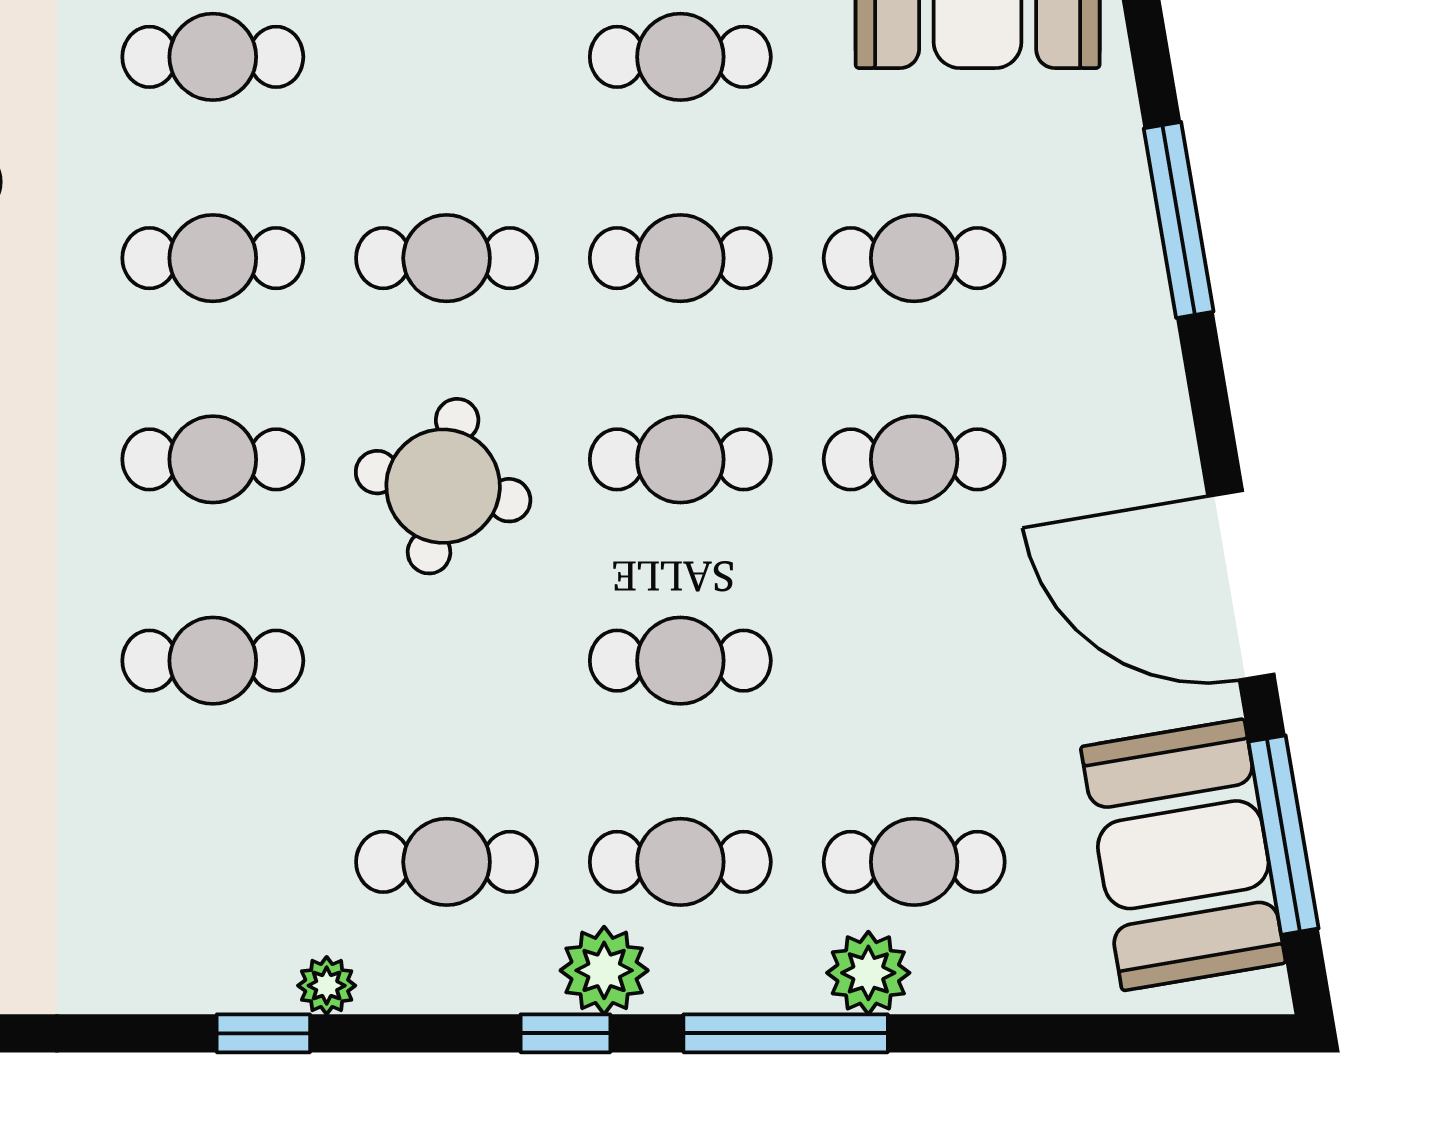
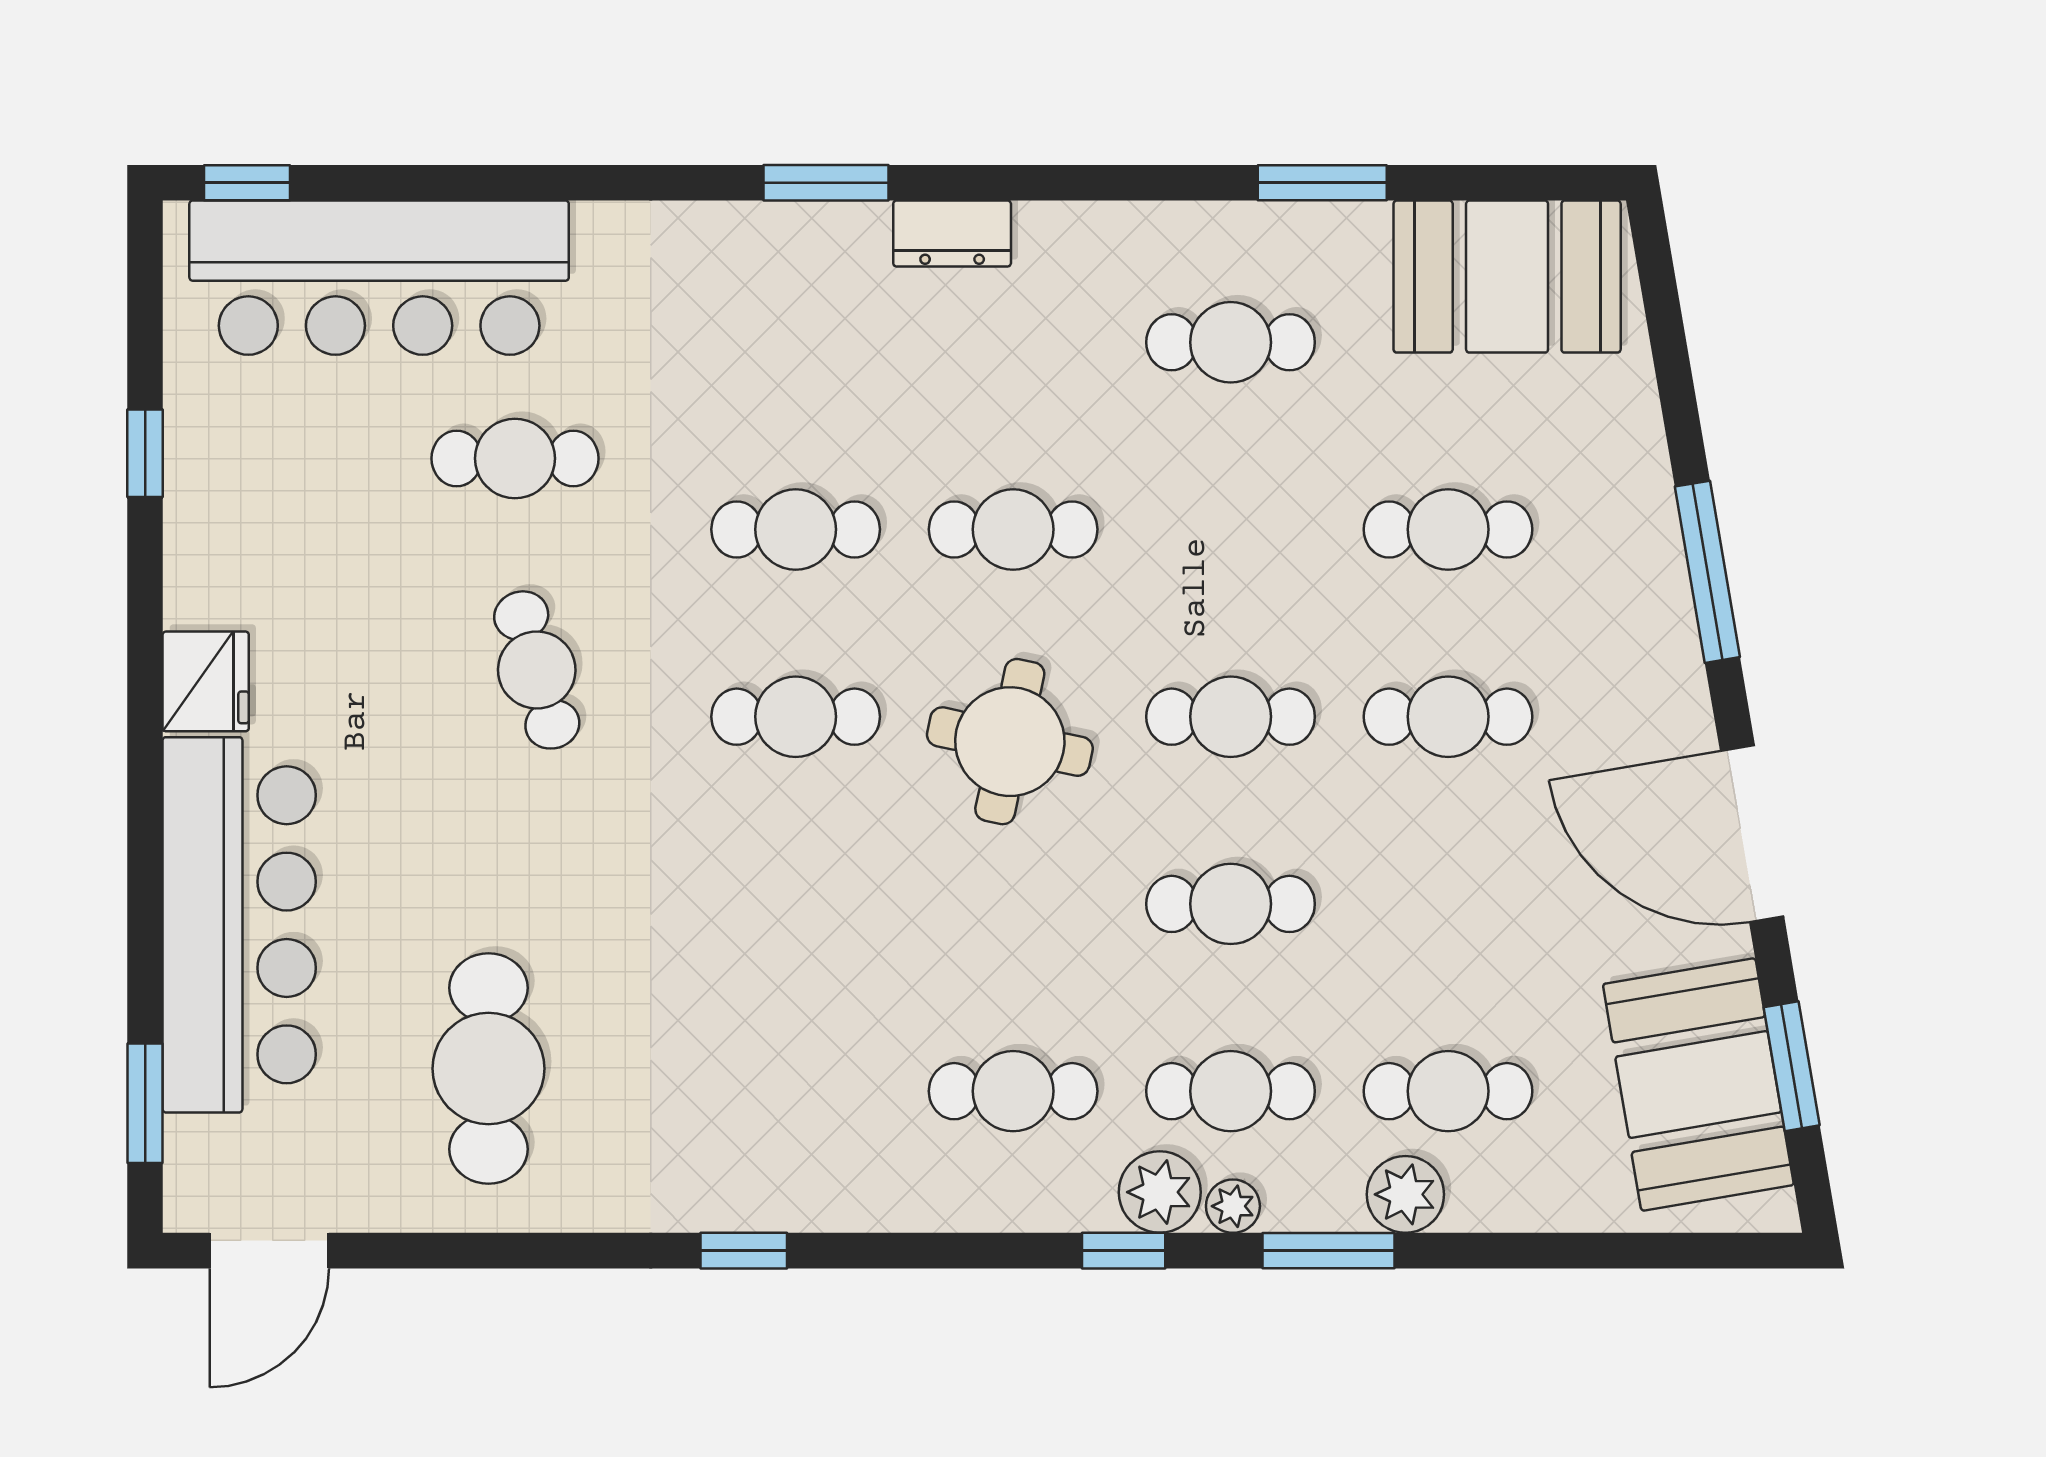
cafe table: (213, 57) -> (796, 342), removed
window: (1179, 220) -> (1707, 572), moved
cafe table: (680, 258) -> (1231, 529), removed
cafe table: (213, 661) -> (796, 904), removed
window: (1283, 835) -> (1792, 1066), width x0.69
plant: (327, 986) -> (1233, 1206), moved
window: (263, 1033) -> (744, 1251), moved
window: (786, 1033) -> (1329, 1251), width x0.69

